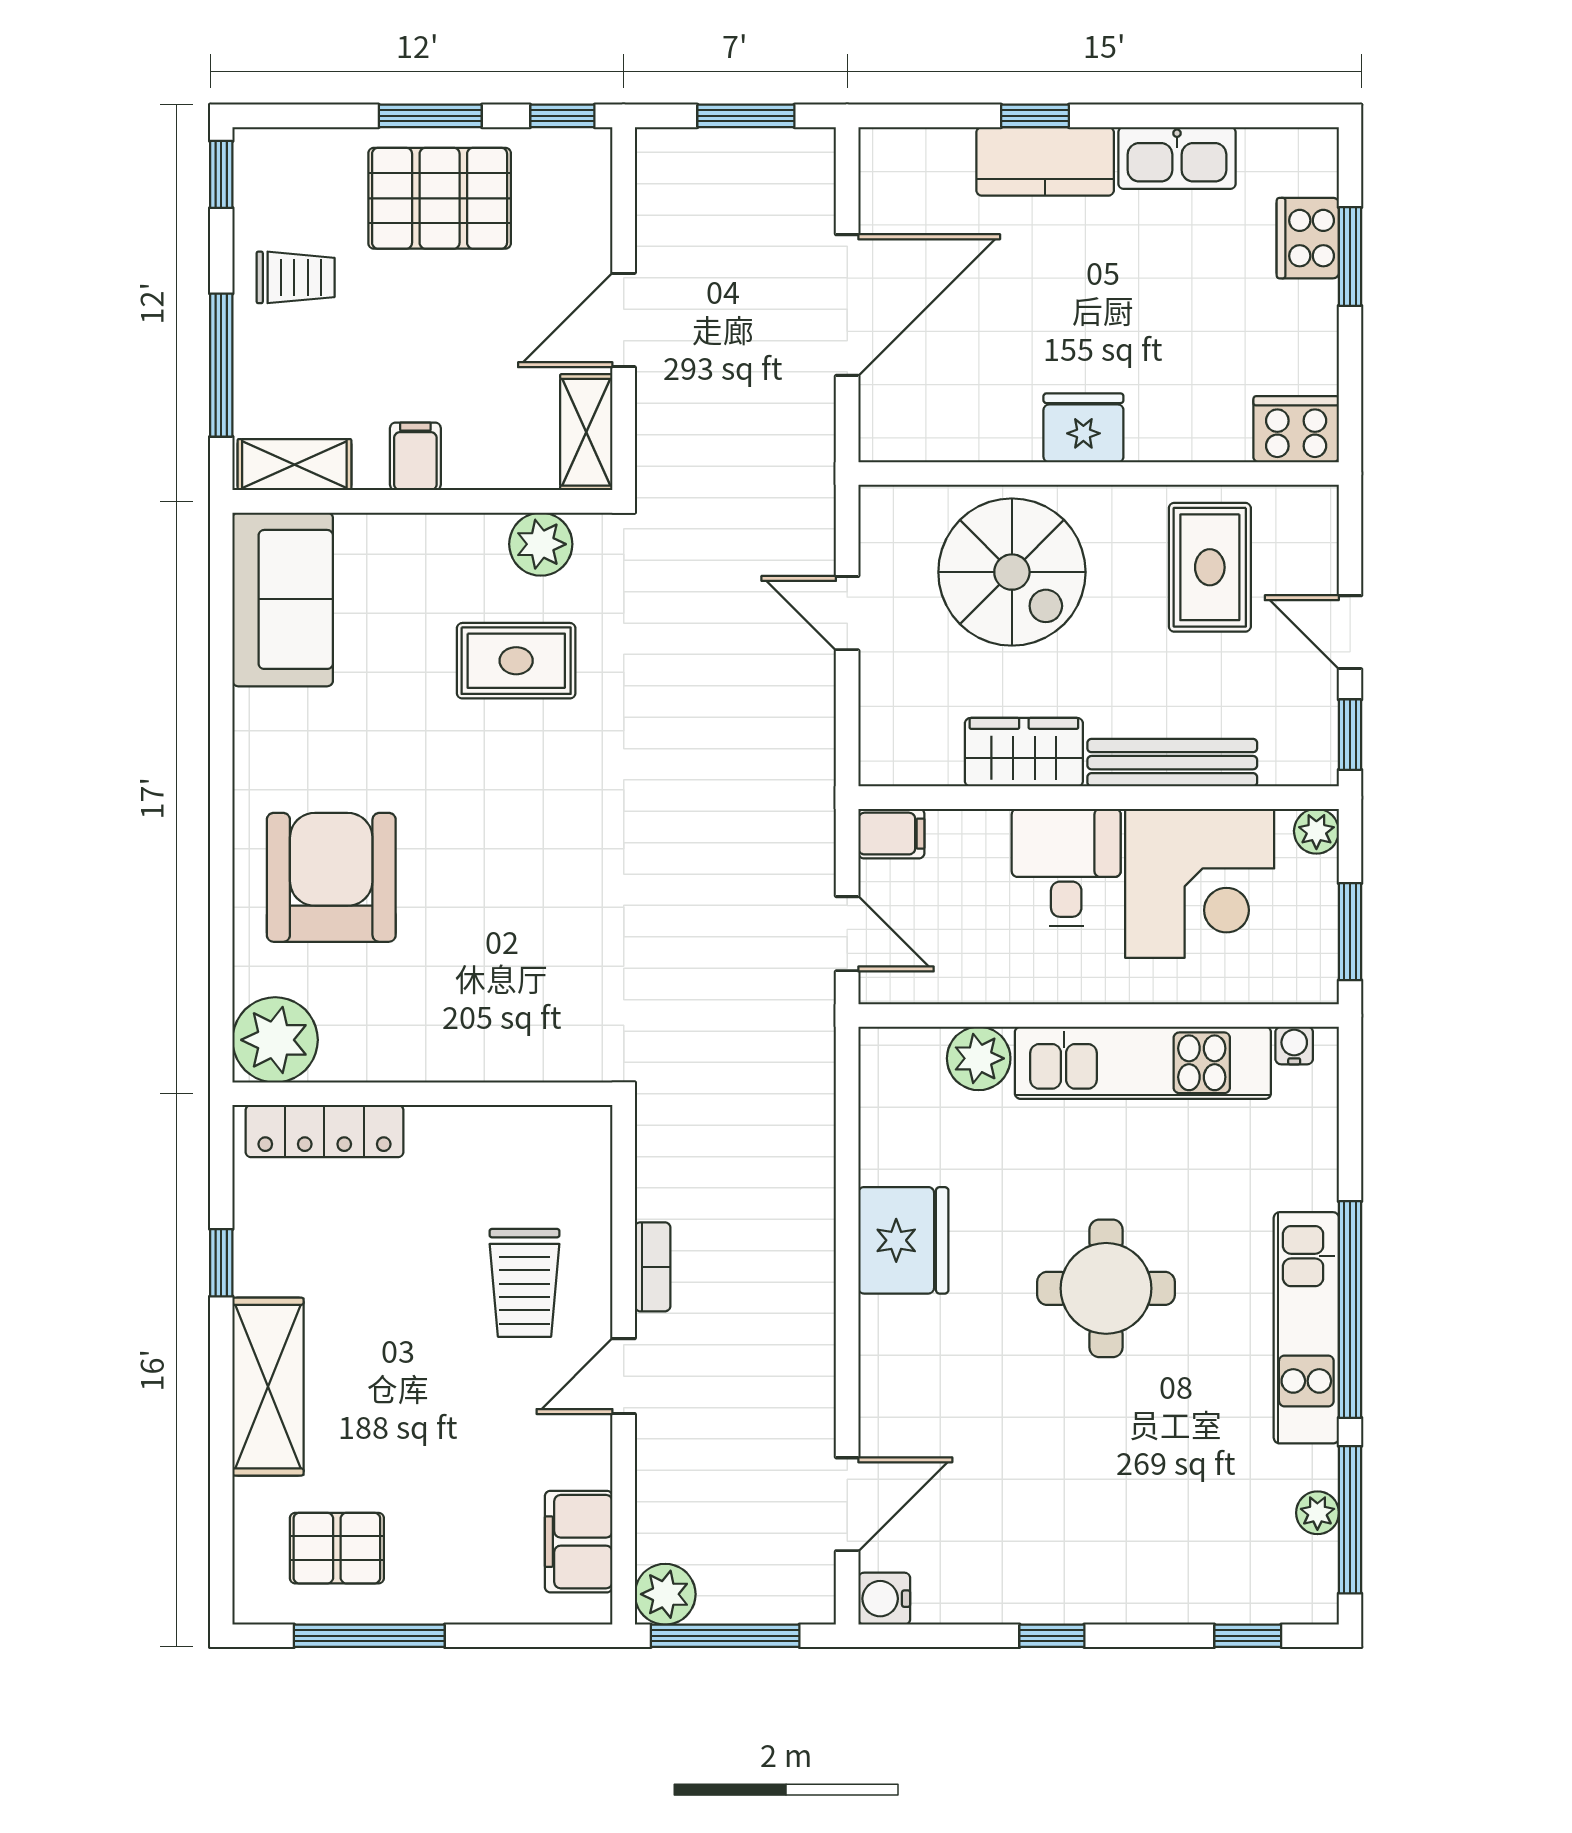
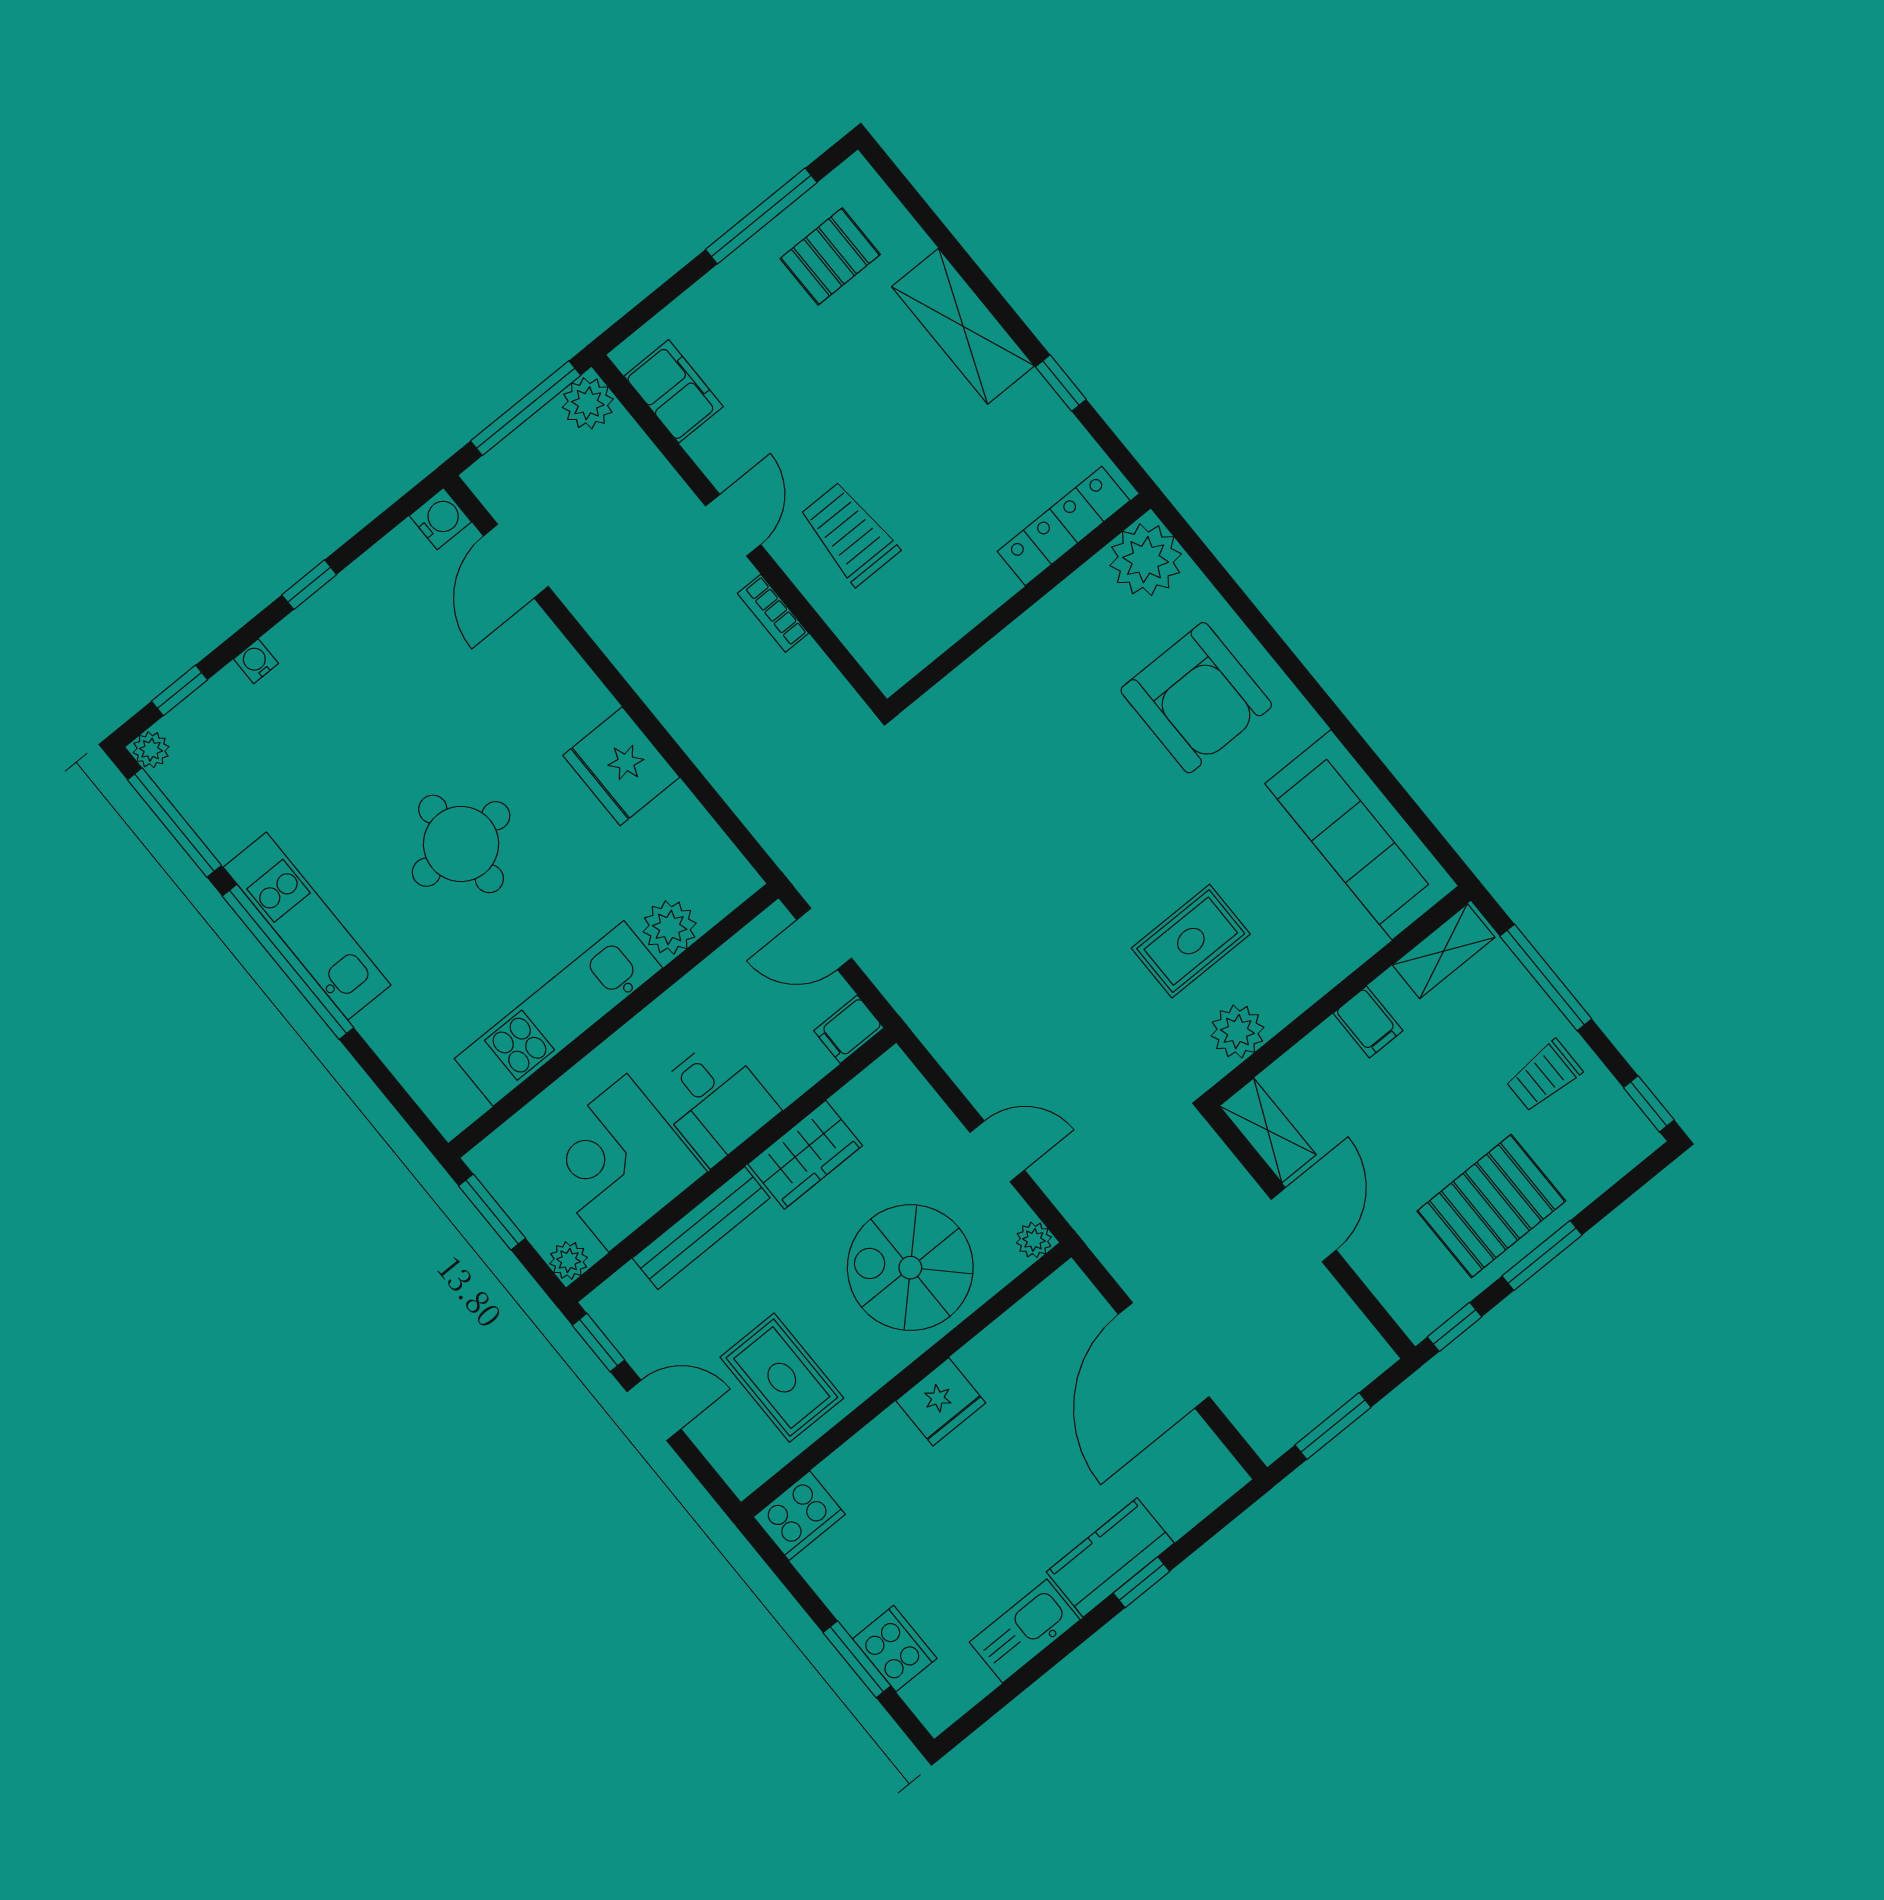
plant: (879, 506) -> (1034, 1240), added
sofa: (283, 599) -> (1362, 835), width x1.36
water cooler: (1294, 1045) -> (256, 661), moved, turned 180
plant: (1317, 1513) -> (151, 750), moved

